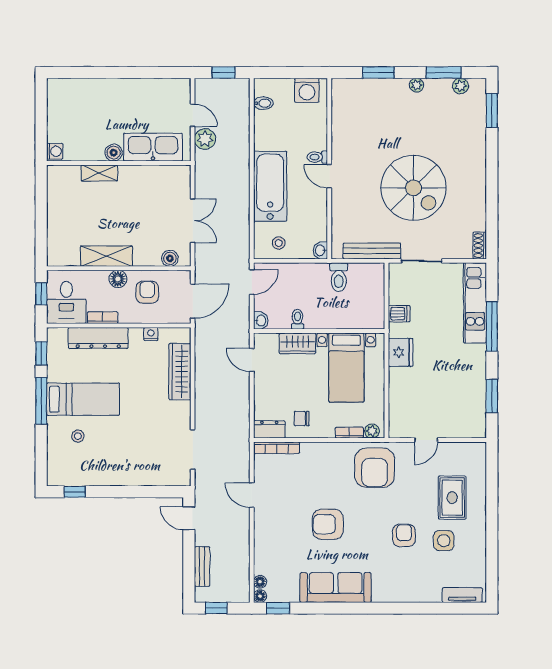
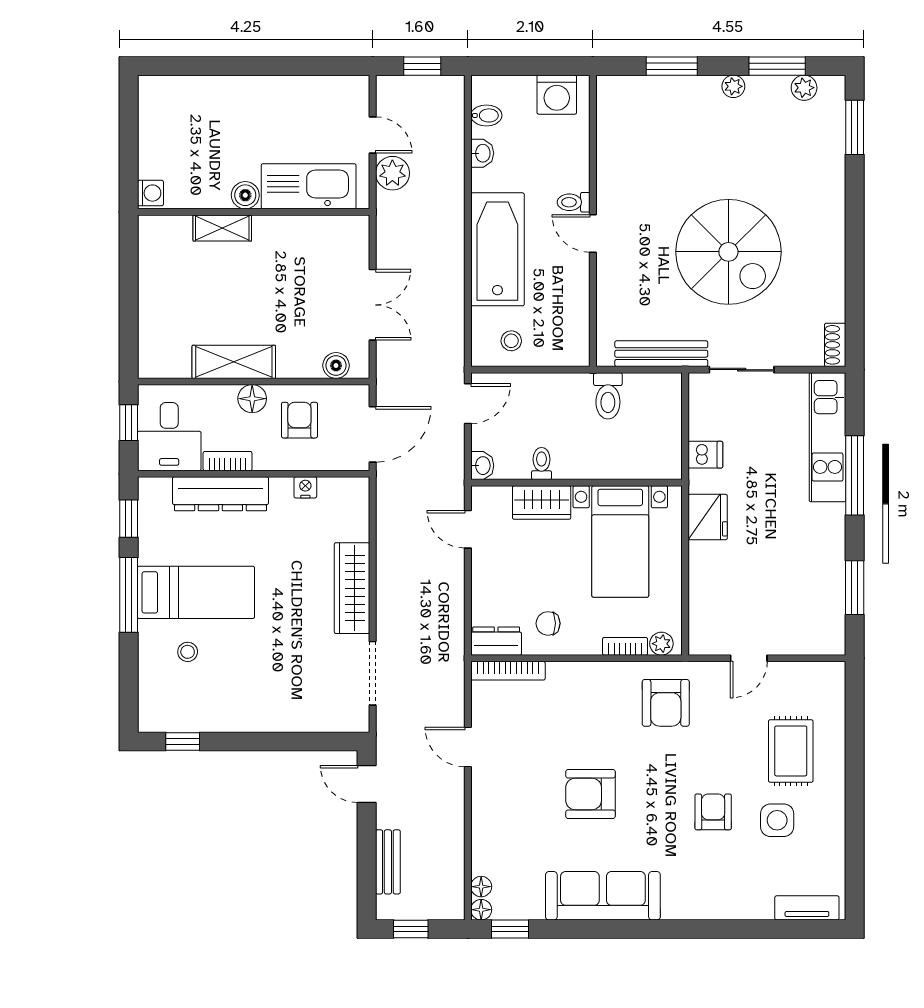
washbasin: (320, 250) -> (482, 153), moved, turned 180
wardrobe: (180, 372) -> (352, 588), moved
armchair: (375, 468) -> (666, 703), width x0.73, depth x0.73

